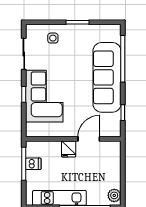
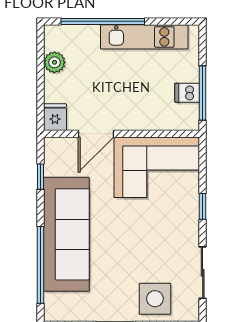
side table: (53, 38) -> (155, 299), width x1.87, depth x1.87
corner sofa: (44, 96) -> (157, 167), moved, turned -90
fridge: (69, 149) -> (55, 117), moved
plant: (114, 195) -> (54, 62), moved

